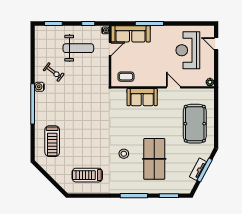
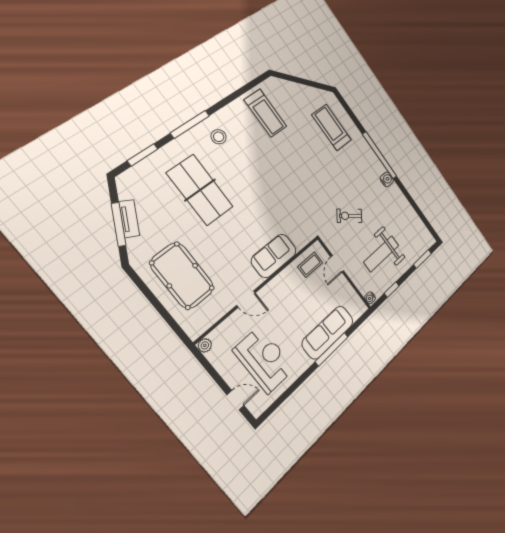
sofa: (131, 34) -> (328, 332), moved
door: (110, 49) -> (337, 264), moved
exercise bike: (54, 72) -> (349, 216), moved
stool: (124, 154) -> (219, 137), moved
treadmill: (87, 175) -> (265, 113), turned 90

